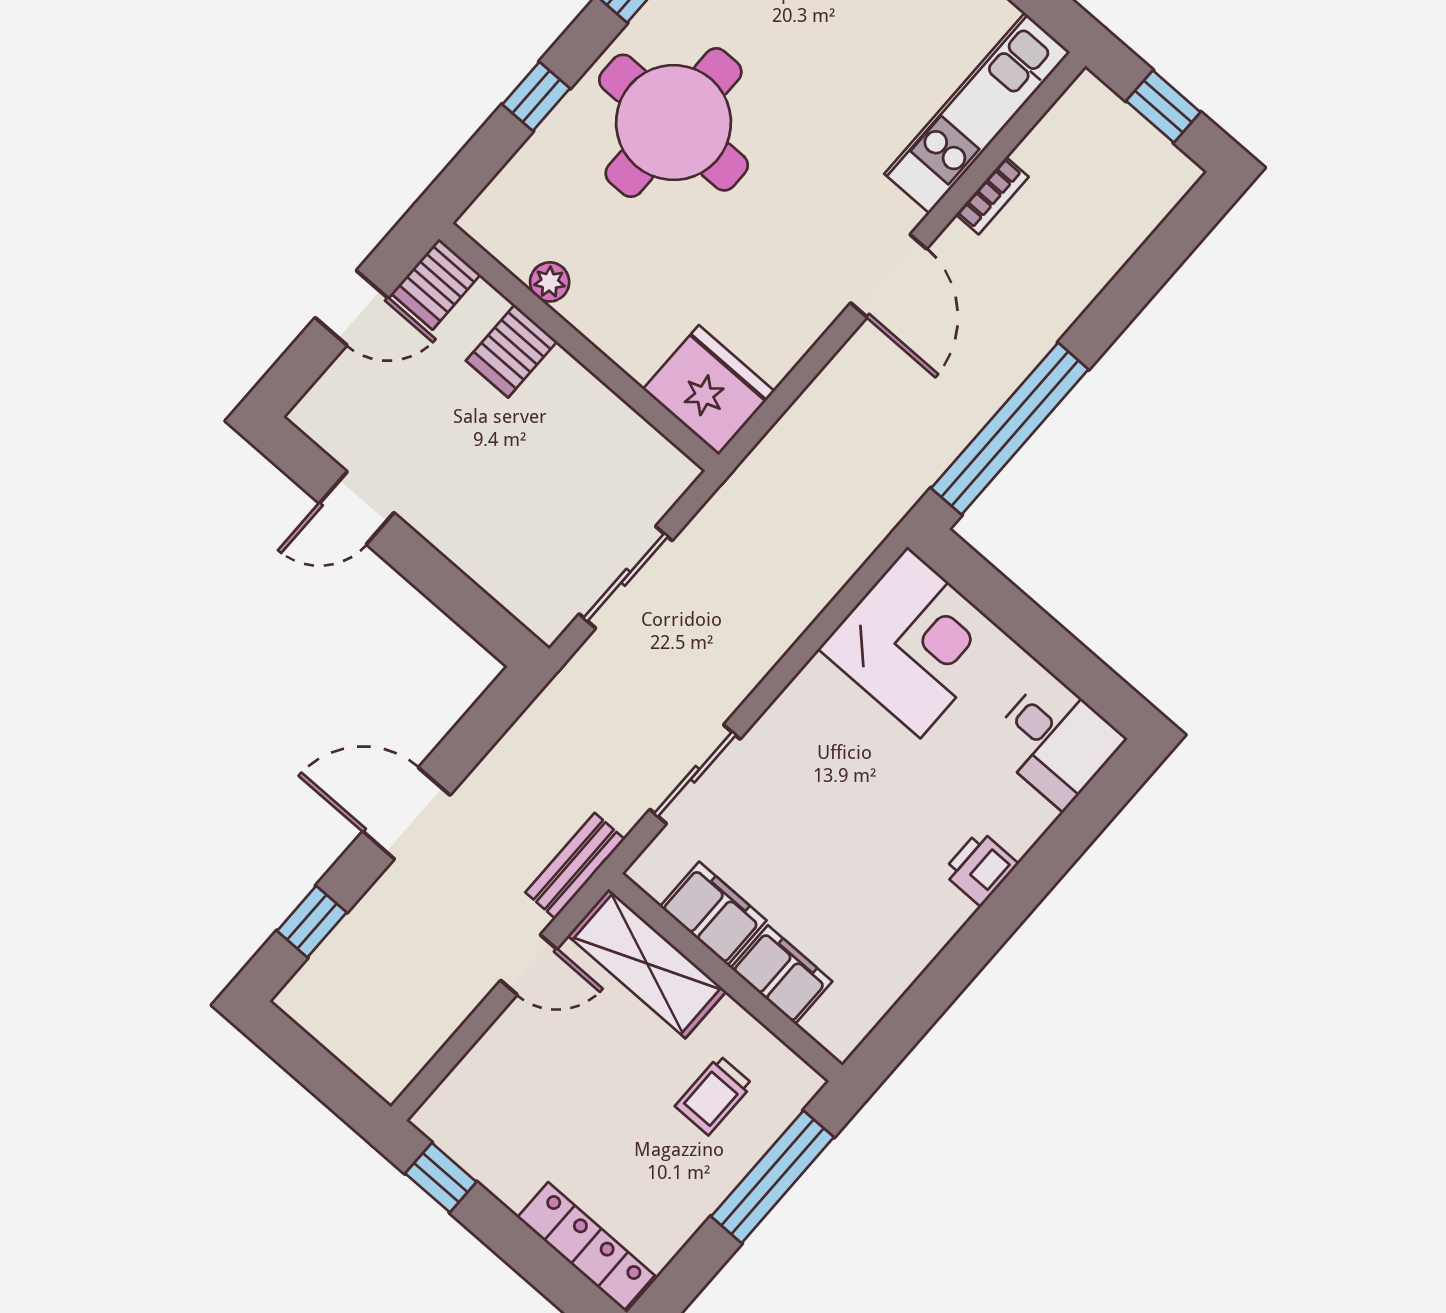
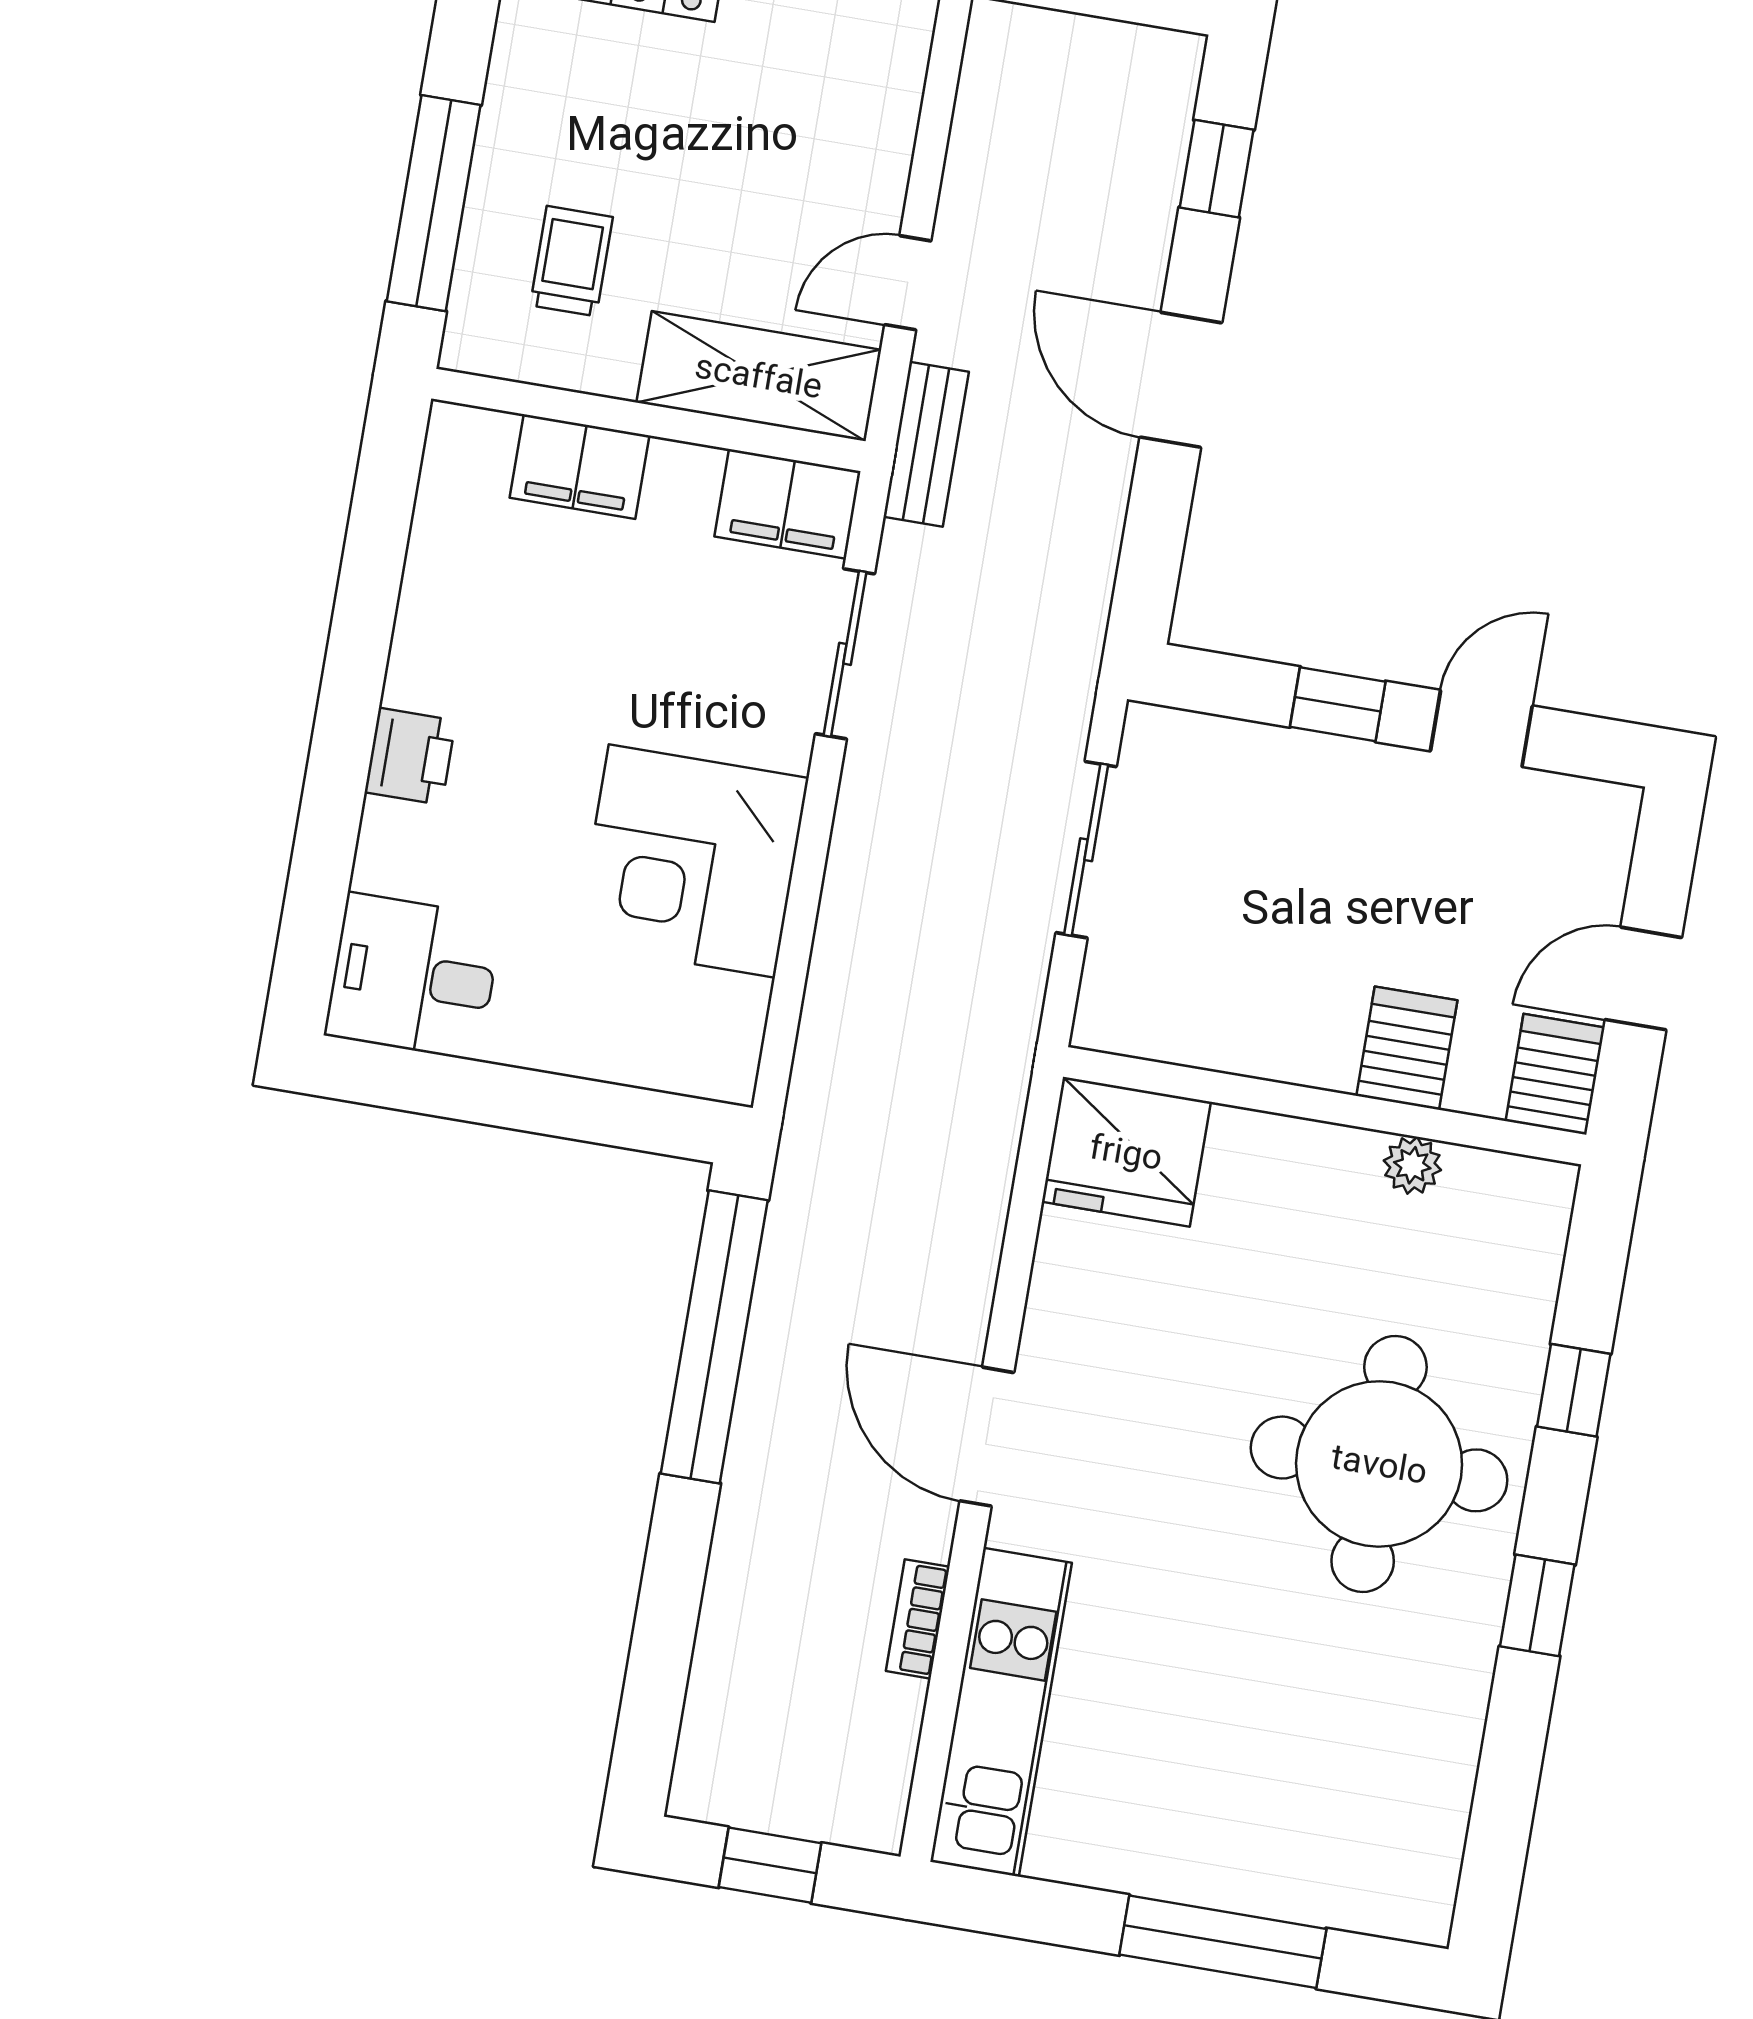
window: (430, 572) -> (1338, 704), added
corner desk: (914, 642) -> (692, 861), moved
door: (406, 813) -> (1181, 380), swing flipped
filing cabinet: (713, 913) -> (787, 504), moved

